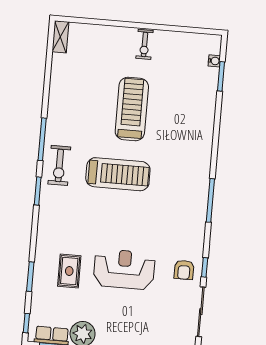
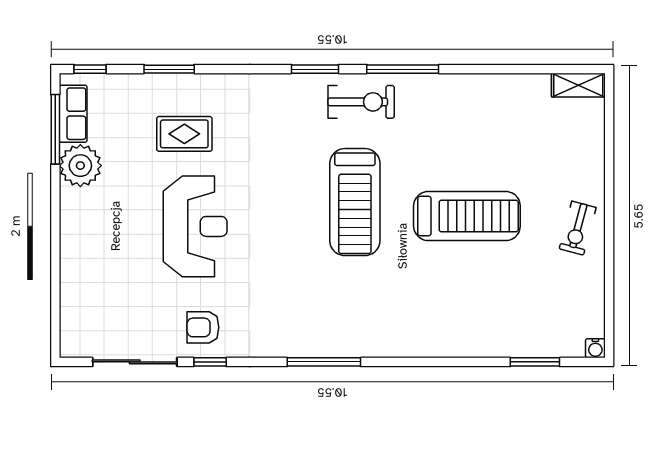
exercise bike: (144, 44) -> (578, 228), turned -75
water cooler: (214, 61) -> (595, 348), moved
exercise bike: (59, 165) -> (361, 102), turned 180

